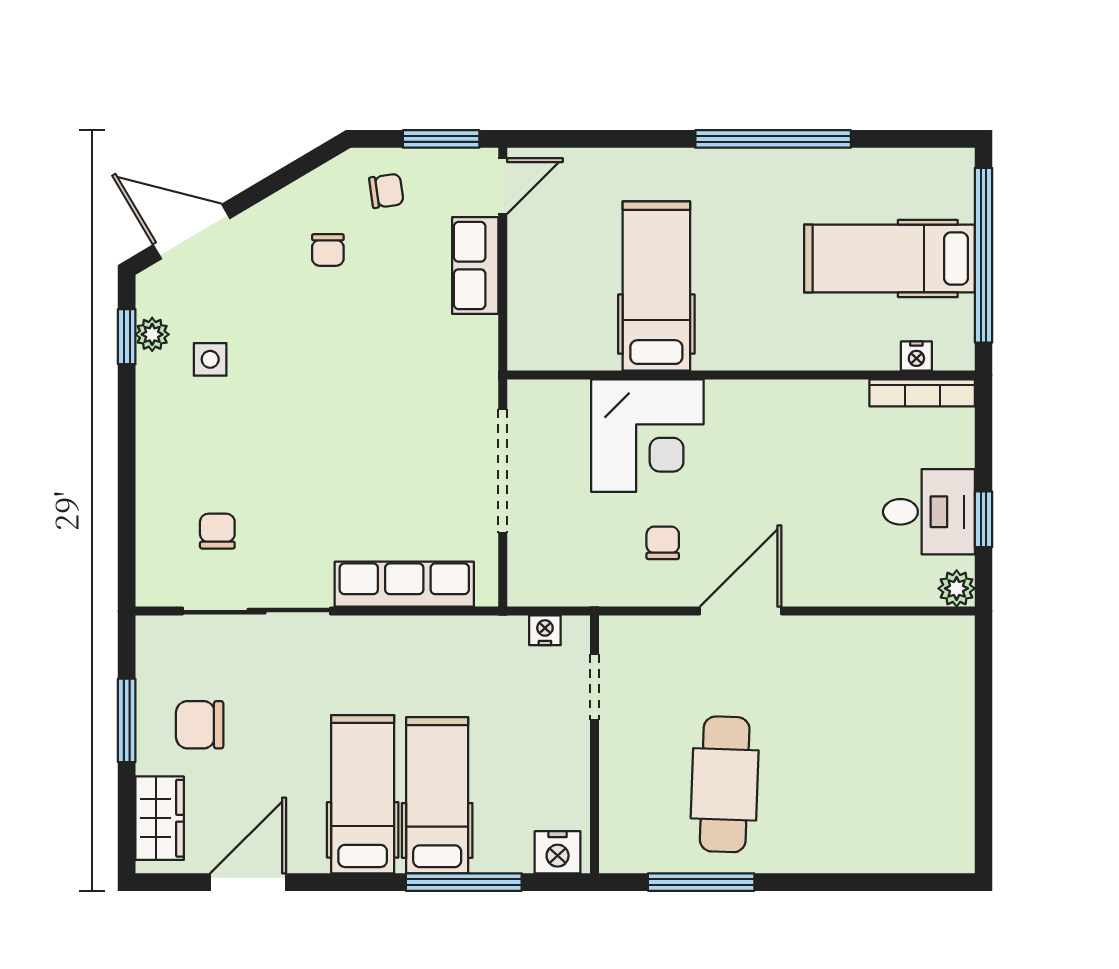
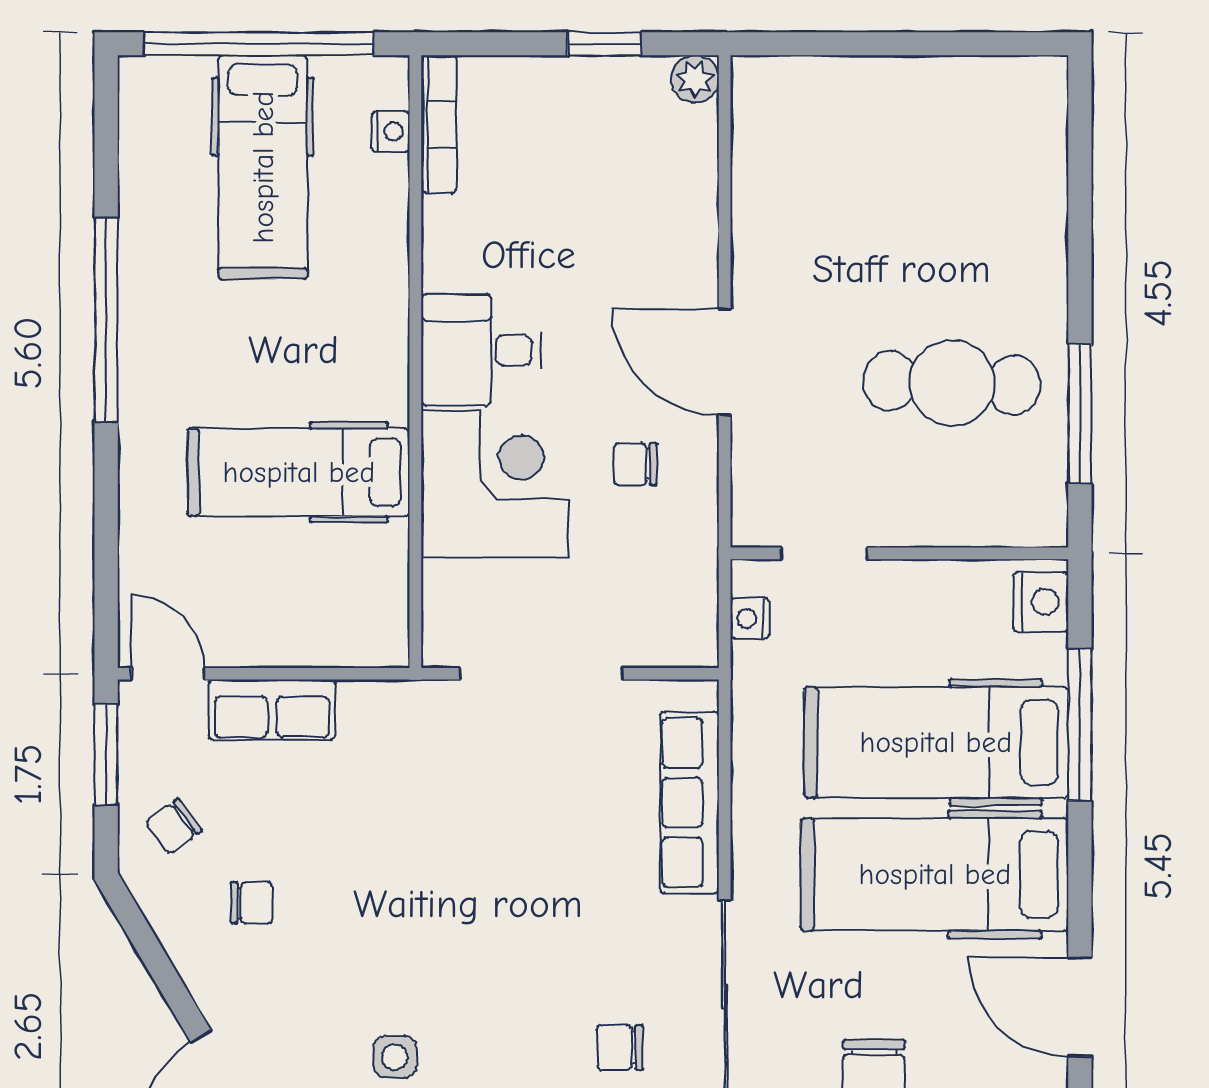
chair: (386, 191) -> (174, 826), turned -118
desk: (929, 512) -> (481, 350), moved, turned -90
hospital bed: (363, 794) -> (935, 874), width x1.37, depth x1.29
hospital bed: (437, 795) -> (936, 742), width x1.37, depth x1.29

